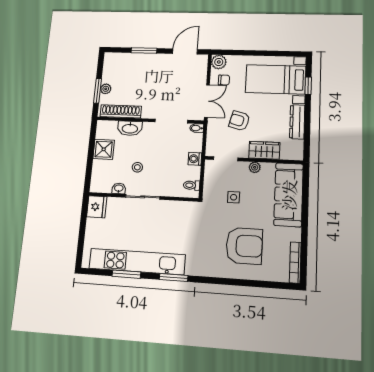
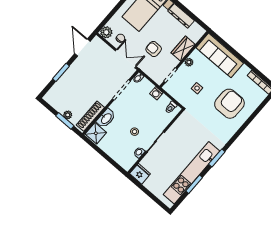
armchair: (239, 121) -> (154, 49), turned 75
shower: (104, 149) -> (96, 133), moved

